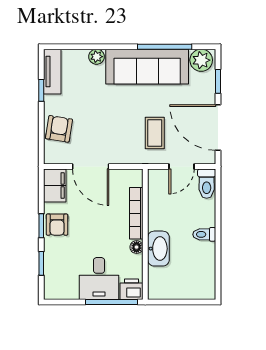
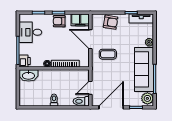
coffee table: (155, 133) -> (108, 54), moved
door: (91, 166) -> (90, 39), hinge flipped
door: (182, 166) -> (90, 88), hinge flipped
washbasin: (158, 249) -> (28, 75), moved
desk: (99, 278) -> (30, 32), moved

